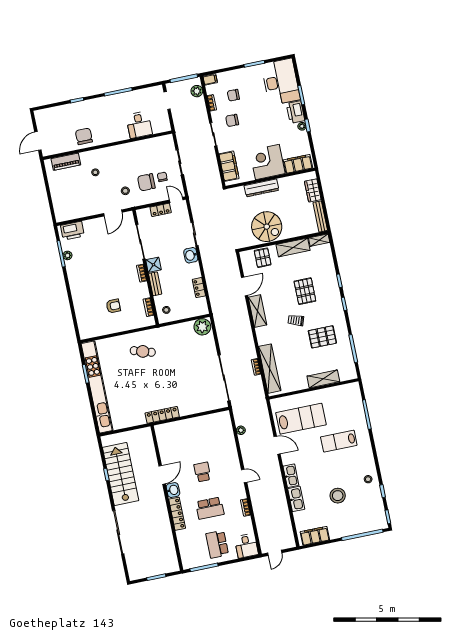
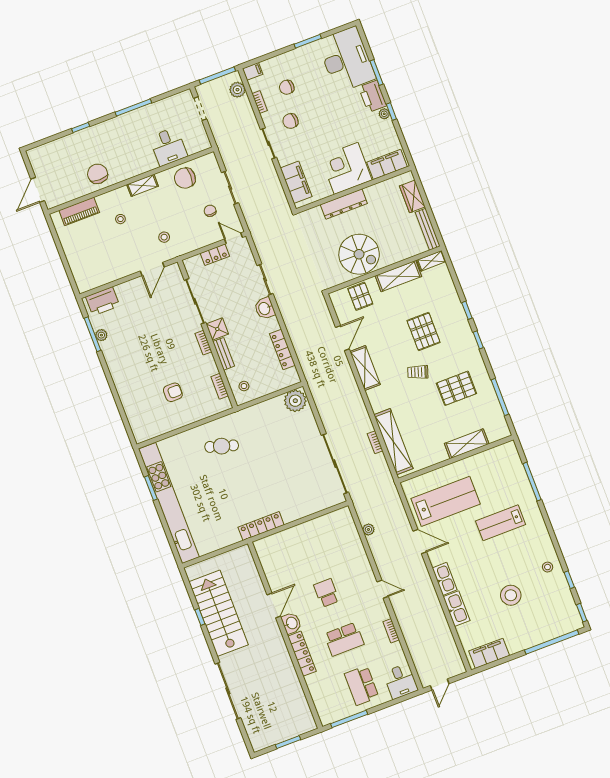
shelving: (116, 150) -> (143, 185), added
chair: (146, 182) -> (185, 178), moved
locker: (199, 288) -> (282, 349), width x1.53

